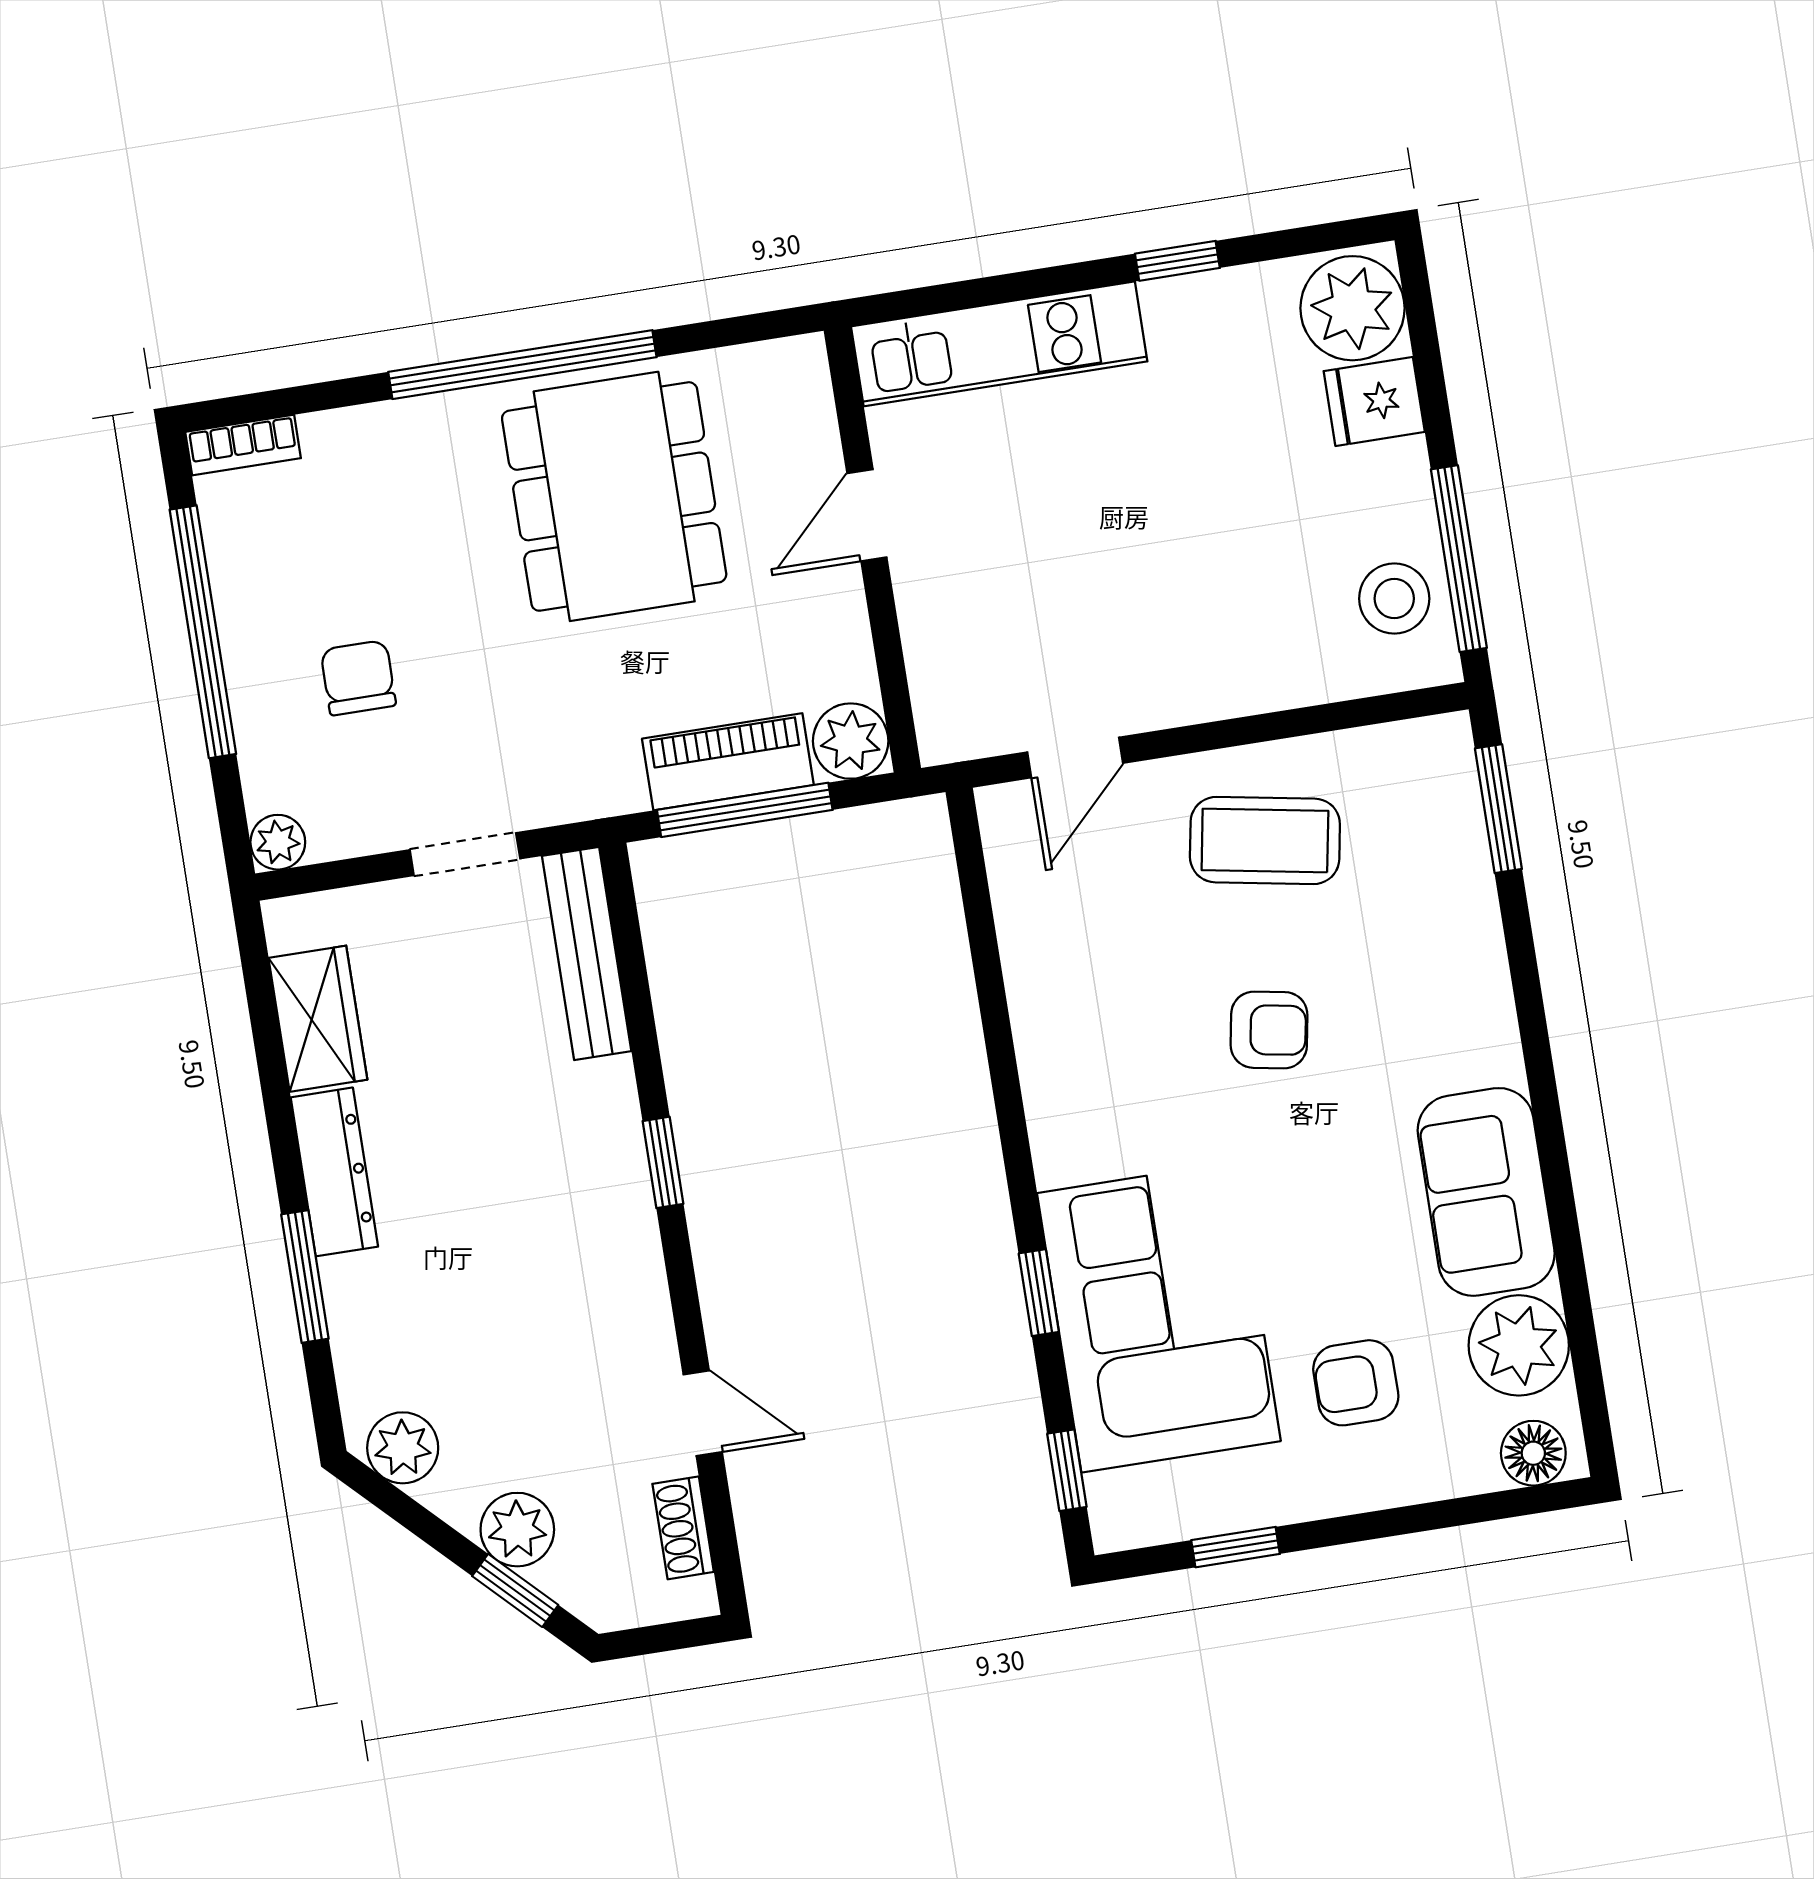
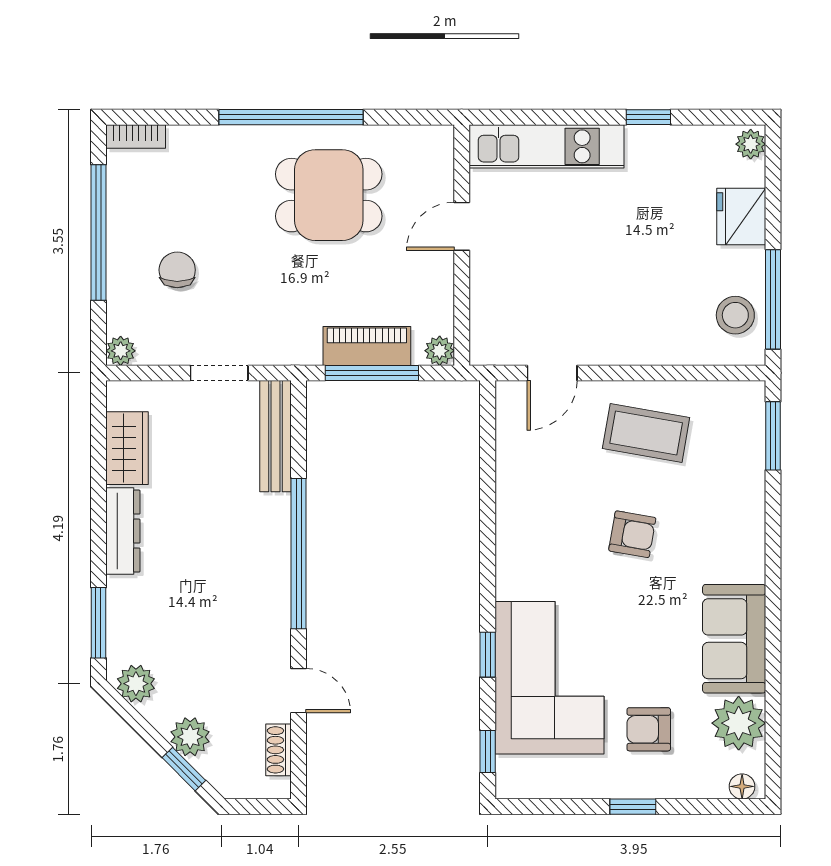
plant: (1352, 308) -> (751, 144), width x0.53, depth x0.53
fridge: (1374, 402) -> (741, 216), width x1.38
dining table: (614, 496) -> (329, 195), width x0.73
plant: (851, 741) -> (440, 351), width x0.73, depth x0.73
window: (663, 1162) -> (299, 554), width x3.17
window: (305, 1277) -> (98, 623), moved
floor lamp: (1533, 1453) -> (742, 786), width x0.73, depth x0.73
window: (1236, 1547) -> (633, 807), moved

